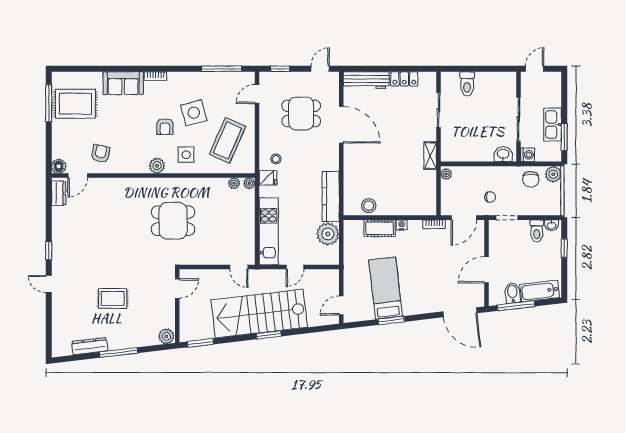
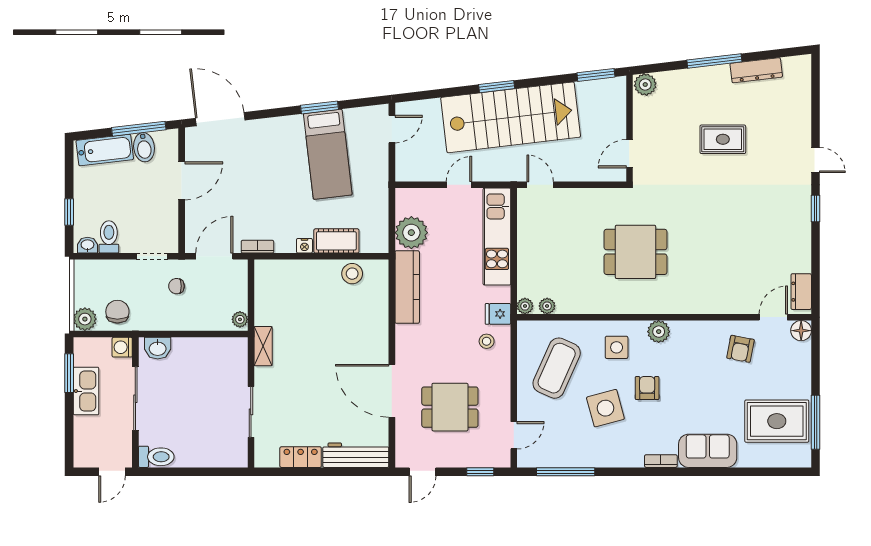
toilet: (467, 84) -> (156, 457), moved, turned 90

